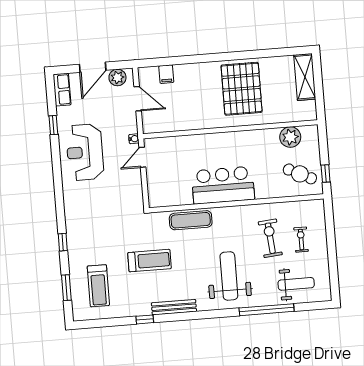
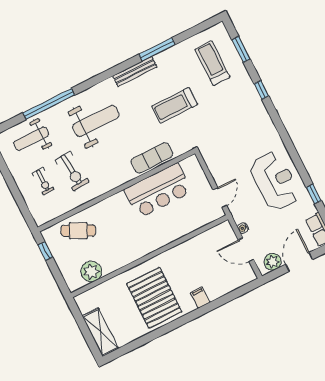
filing cabinet: (166, 74) -> (200, 297), moved
water cooler: (134, 139) -> (243, 228), moved
cafe table: (300, 174) -> (78, 231), moved
bar counter: (223, 185) -> (158, 191), moved
weight bench: (229, 276) -> (96, 121), turned -90
window: (145, 319) -> (157, 49), width x2.17

